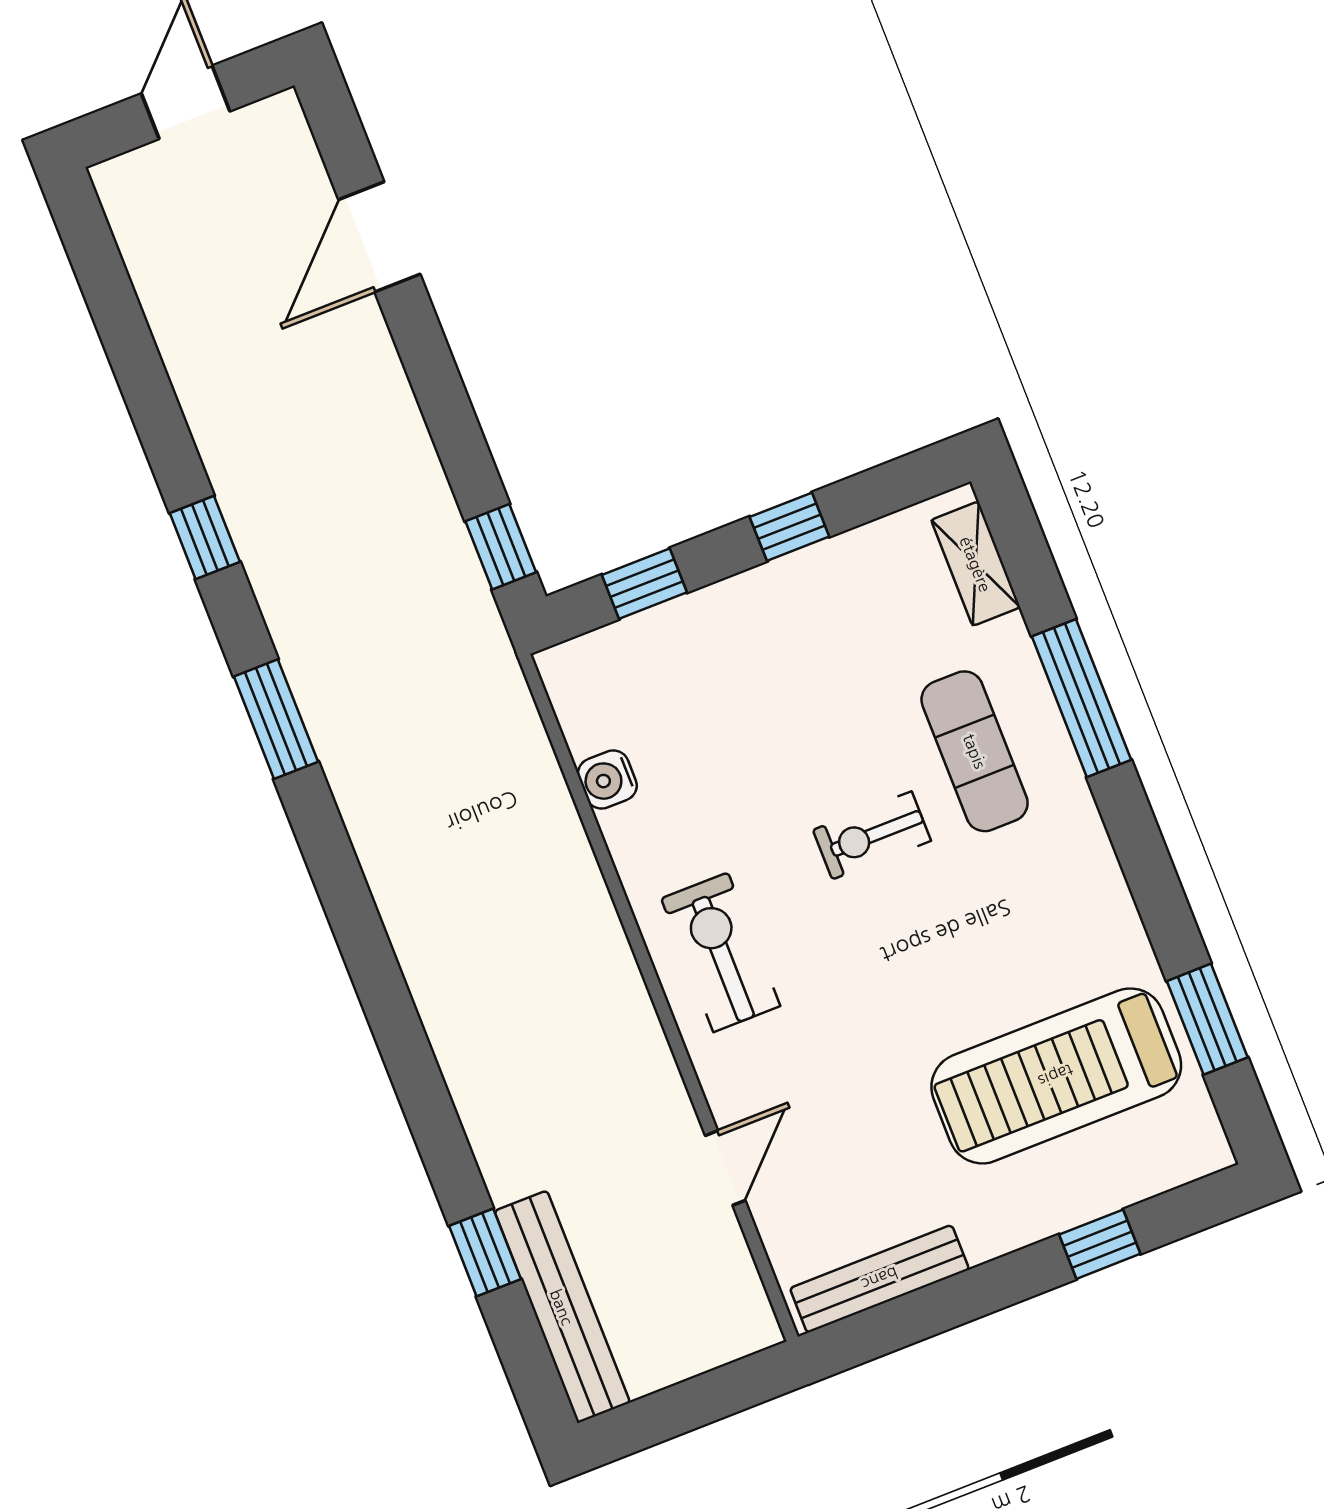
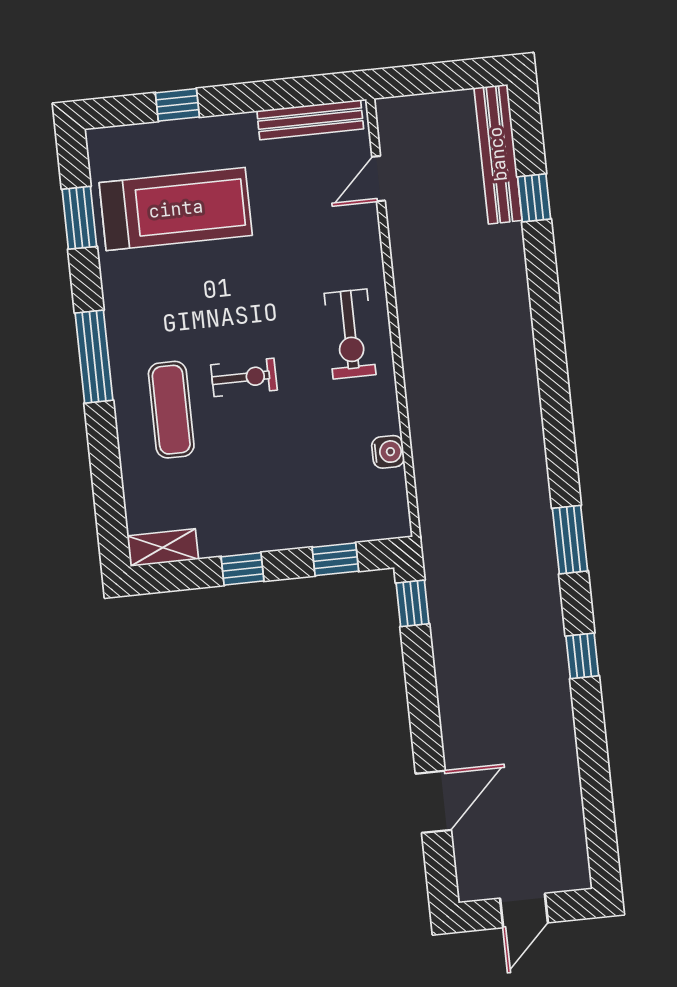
shelving: (976, 564) -> (163, 548), moved, turned 90
window: (1081, 698) -> (94, 357), moved
door: (725, 1168) -> (379, 179), moved

